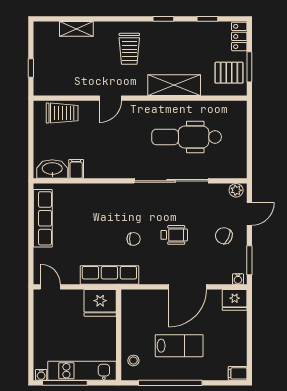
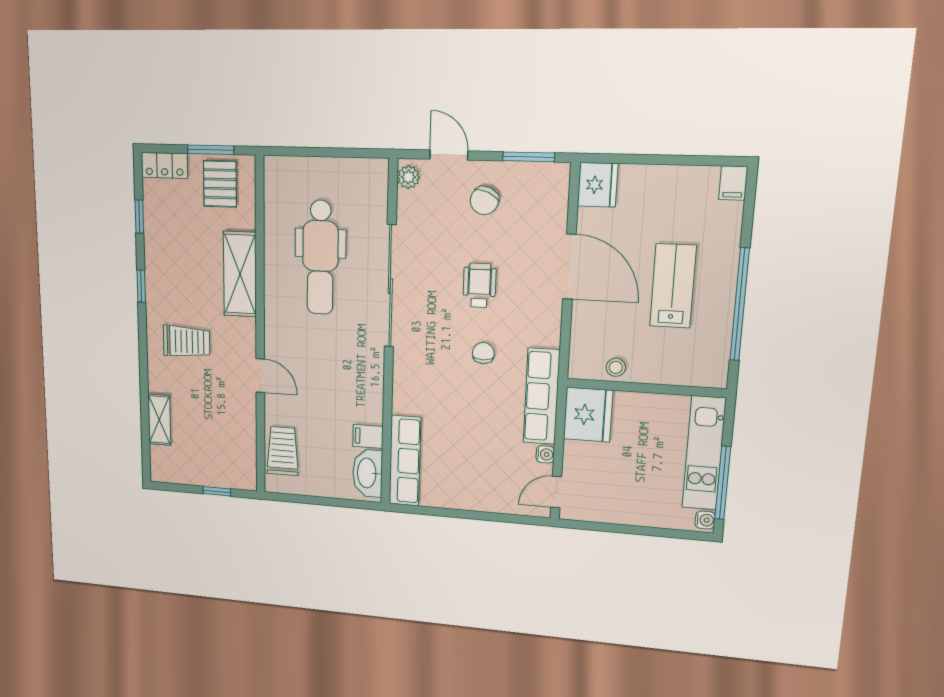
row of seats: (43, 218) -> (405, 461), moved, turned 90
water cooler: (238, 279) -> (545, 454), moved
stool: (133, 361) -> (616, 367), moved

